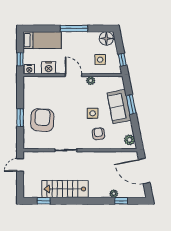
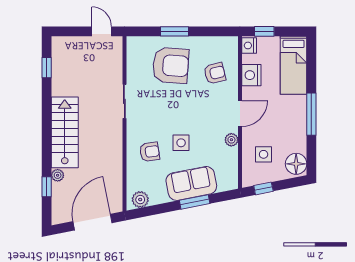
armchair: (47, 91) -> (215, 73), added
stairs: (65, 189) -> (65, 132), moved

